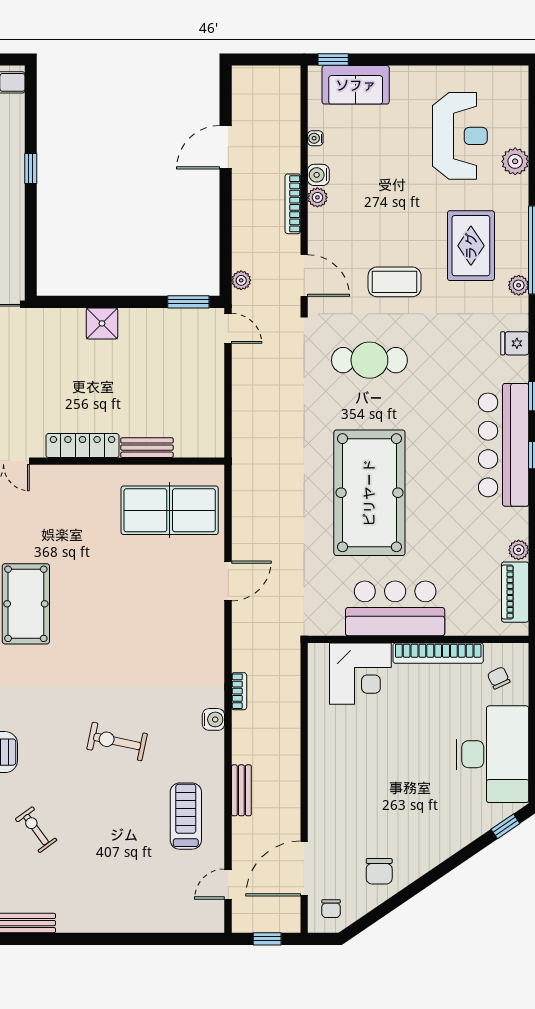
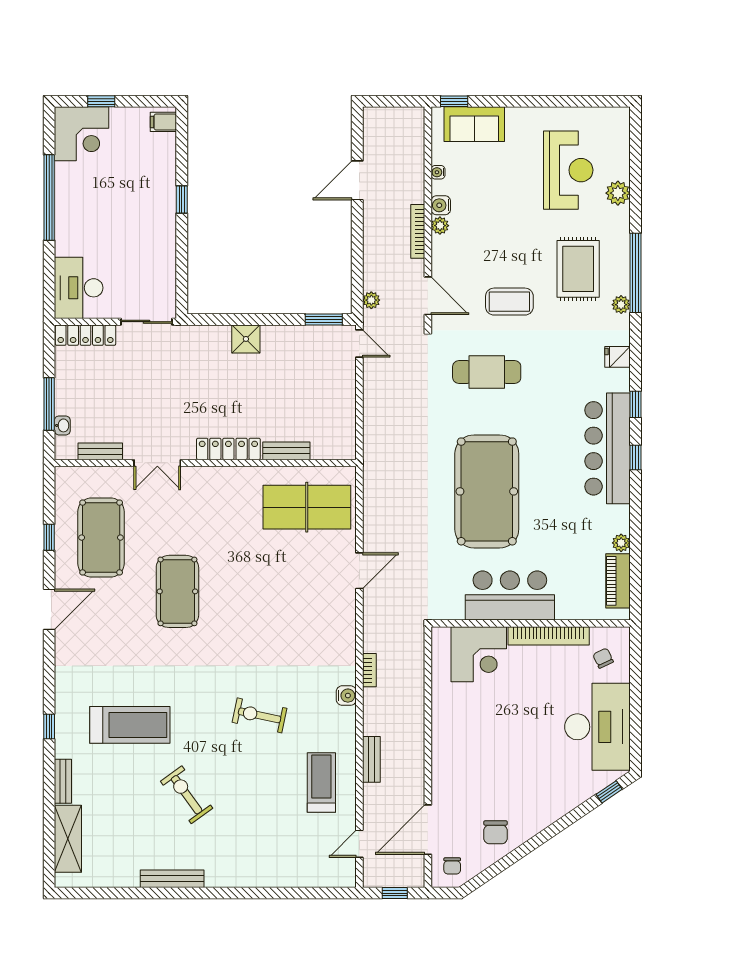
exercise bike: (36, 830) -> (187, 795), width x1.38, depth x1.39

